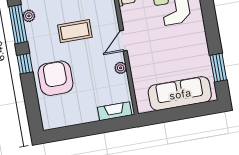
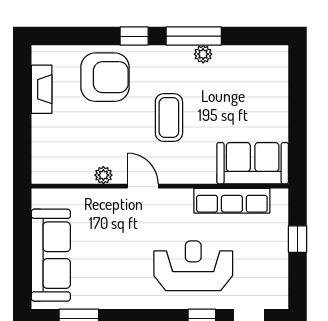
fireplace: (115, 111) -> (42, 89), moved

